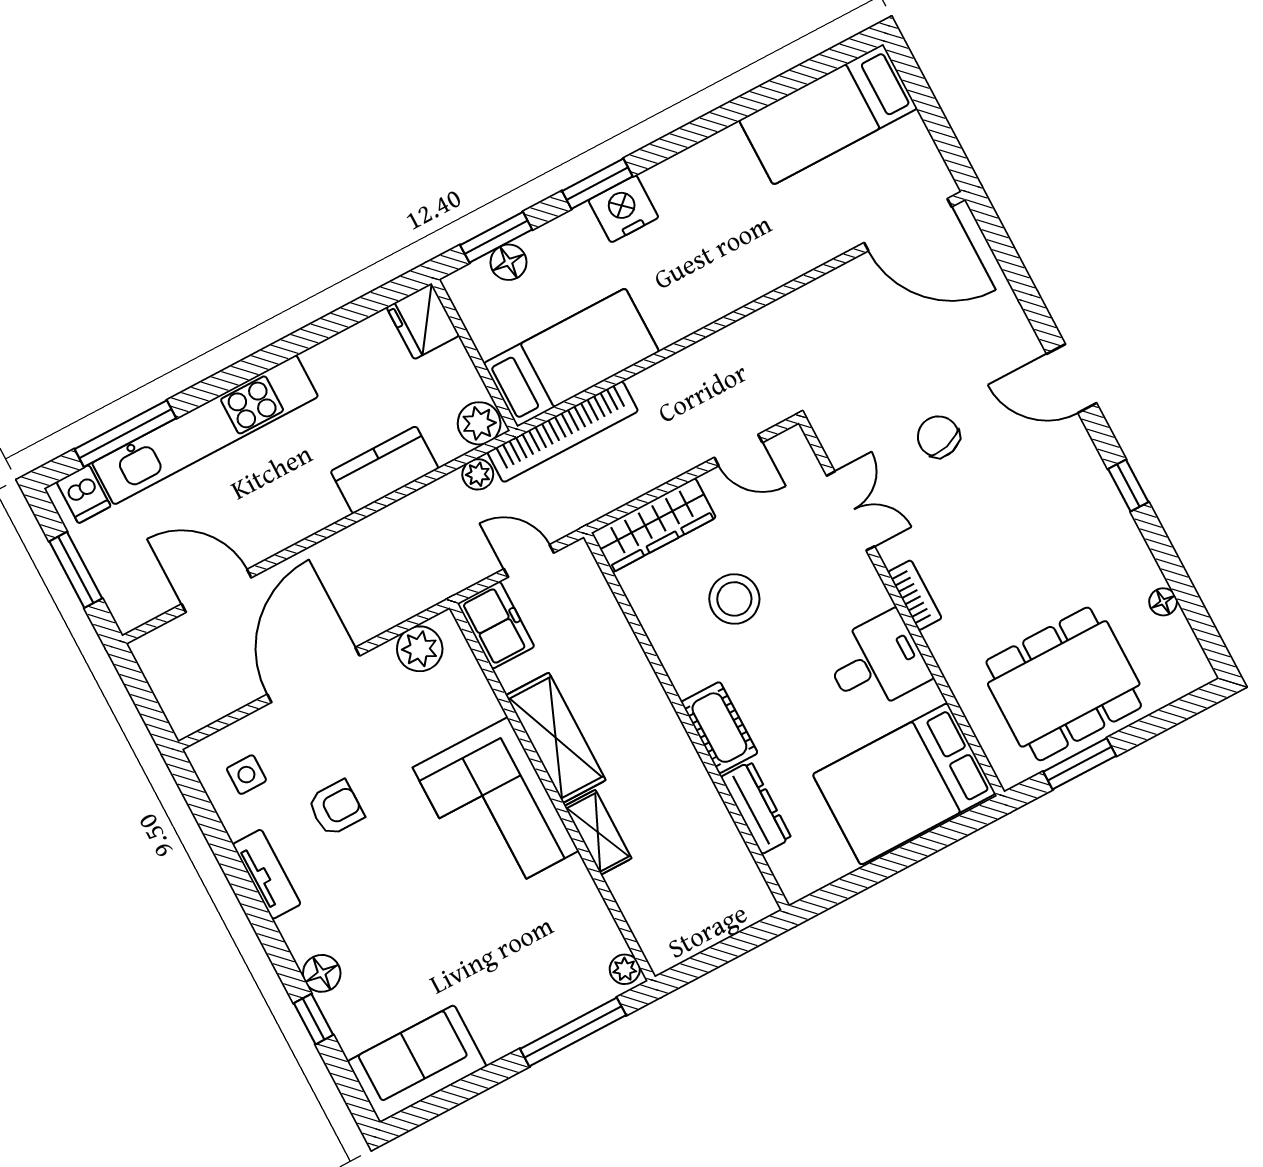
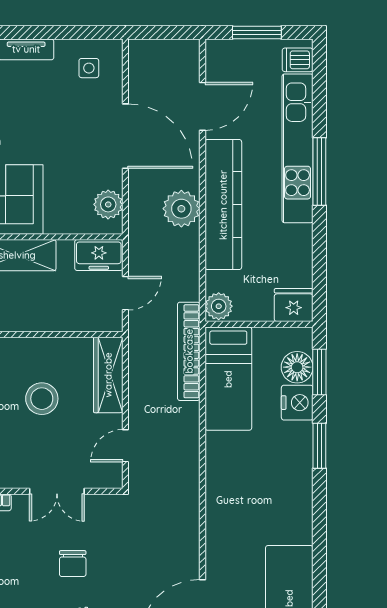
nightstand: (623, 209) -> (297, 403), moved
floor lamp: (509, 262) -> (297, 367), width x1.38, depth x1.38
window: (125, 434) -> (319, 171), moved
chair: (938, 437) -> (73, 564), turned 106
kitchen counter: (385, 470) -> (223, 205), width x2.08, depth x1.17
plant: (478, 474) -> (181, 209), moved, width x1.87, depth x1.87
armchair: (336, 808) -> (43, 109), removed

